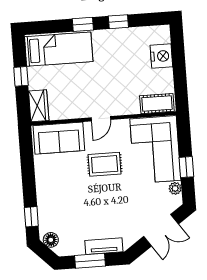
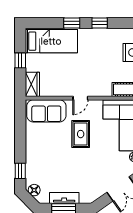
rug: (105, 164) -> (81, 134), turned 90
tv unit: (104, 246) -> (64, 198), moved

